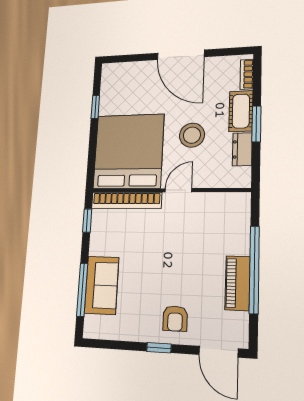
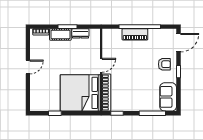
door: (181, 55) -> (28, 67), width x0.53
stool: (192, 135) -> (72, 59), removed
door: (178, 190) -> (101, 65), swing flipped
piano: (238, 283) -> (135, 34), moved
sofa: (102, 285) -> (168, 97), moved, turned -90

